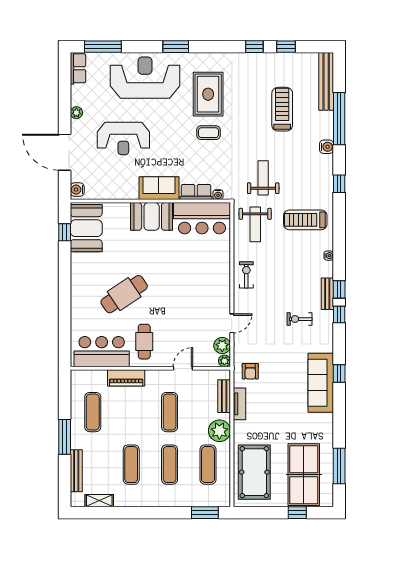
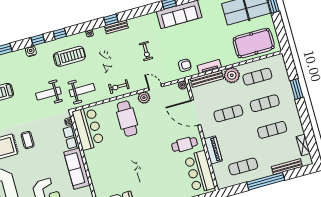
water cooler: (327, 147) -> (31, 51), moved
sofa: (159, 188) -> (77, 169), width x1.36
booth: (152, 216) -> (97, 163), removed
treadmill: (305, 220) -> (69, 56), turned -90
cafe table: (124, 294) -> (127, 119), moved, turned 34
window: (339, 315) -> (60, 34), moved
exercise bike: (299, 319) -> (146, 51), moved
plant: (222, 346) -> (144, 98), moved
door: (183, 368) -> (196, 113), width x1.87
bench: (224, 396) -> (207, 79), width x1.36
window: (65, 437) -> (266, 181), width x1.46
window: (205, 513) -> (297, 89), moved

